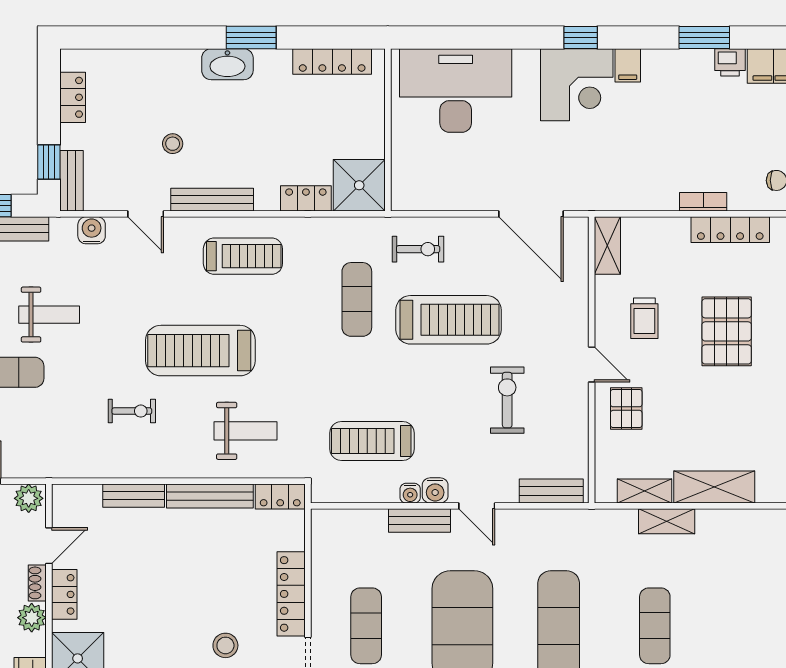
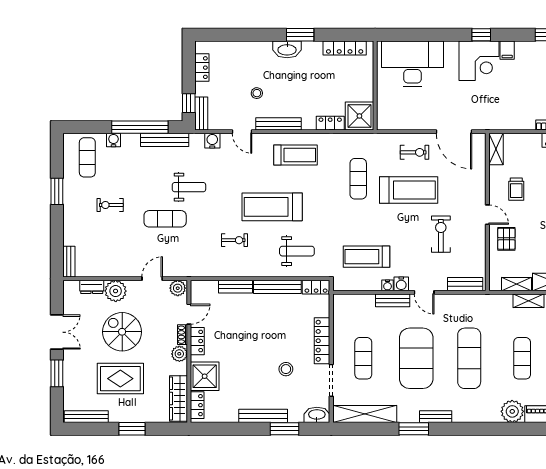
exercise bike: (418, 249) -> (415, 152), moved

